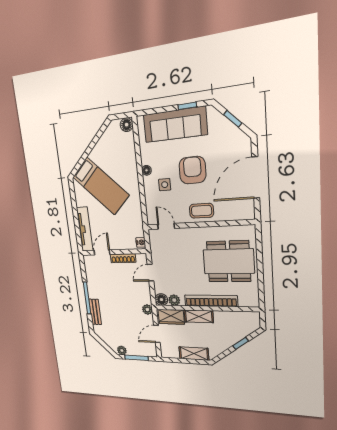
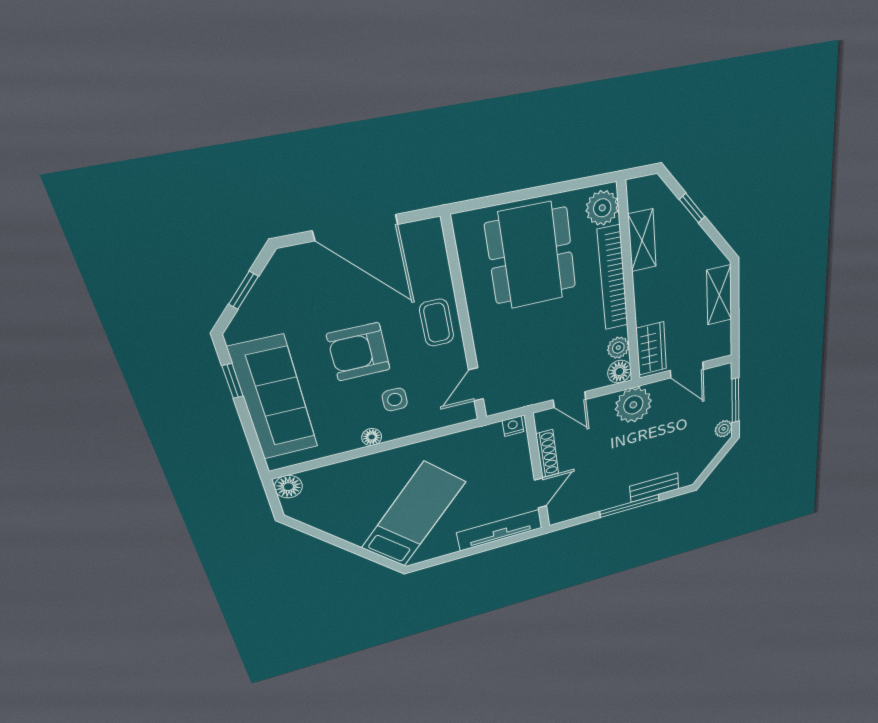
door: (102, 252) -> (540, 493), swing flipped
plant: (247, 299) -> (602, 208), added
plant: (147, 310) -> (633, 405), width x1.87, depth x1.87
shelving: (199, 316) -> (642, 240), moved

